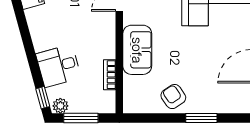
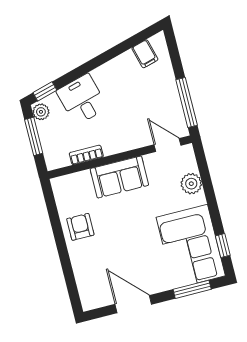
armchair: (173, 97) -> (80, 227), turned -56
window: (201, 118) -> (65, 262), removed

